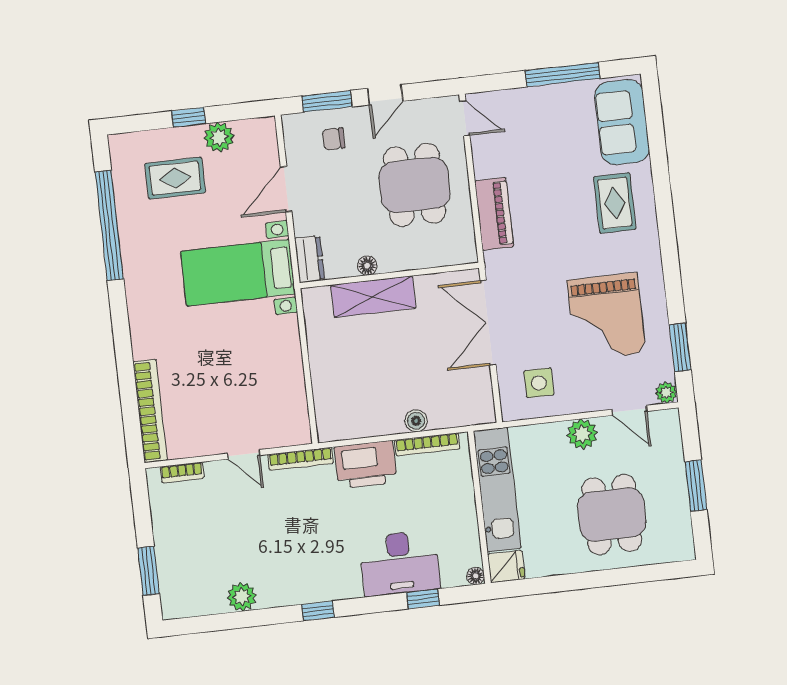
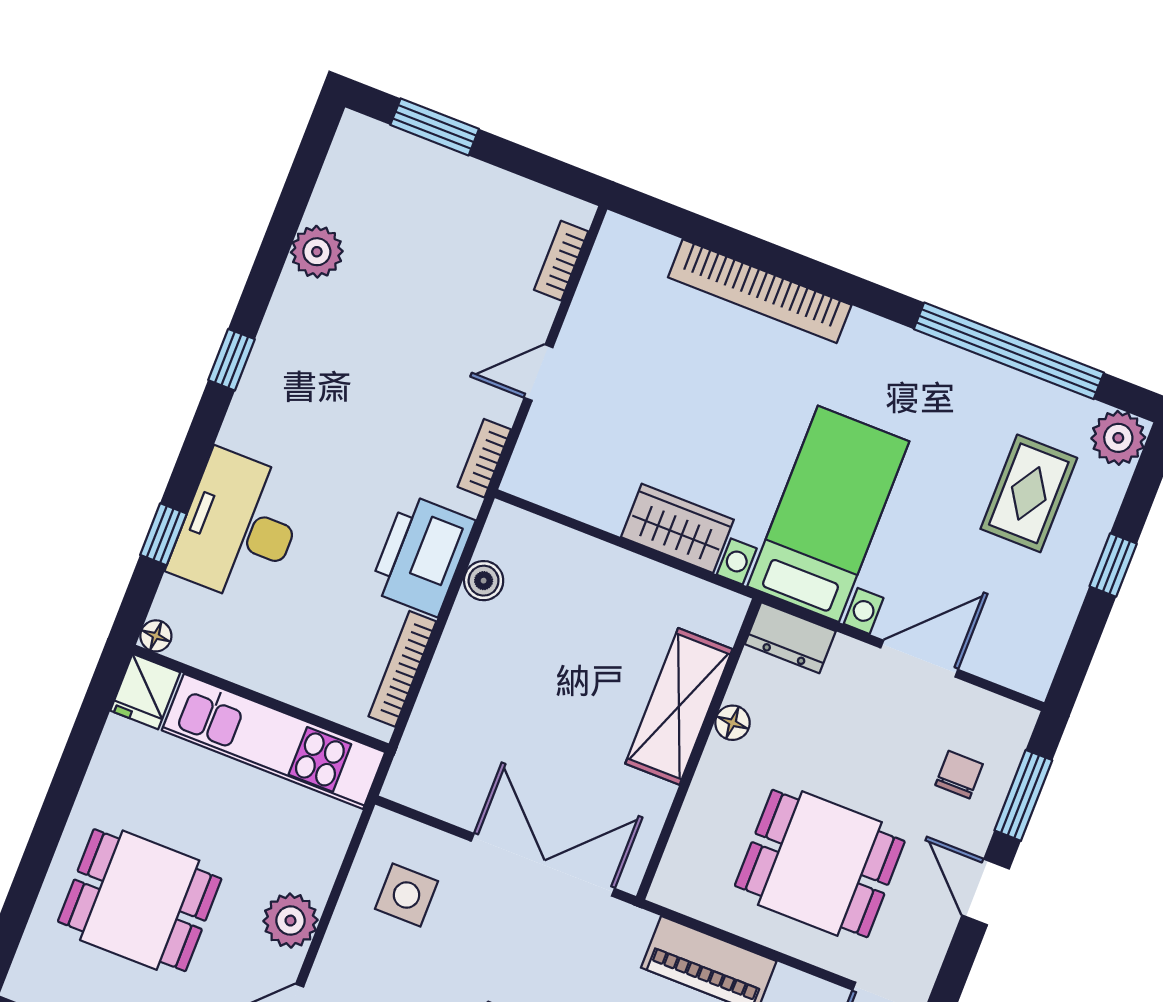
plant: (219, 137) -> (1118, 438), moved
door: (286, 189) -> (919, 659), hinge flipped
wardrobe: (285, 344) -> (677, 528), added
bookcase: (150, 411) -> (760, 291), moved
boiler: (416, 421) -> (484, 581), moved
bookcase: (301, 459) -> (484, 458), width x0.64

